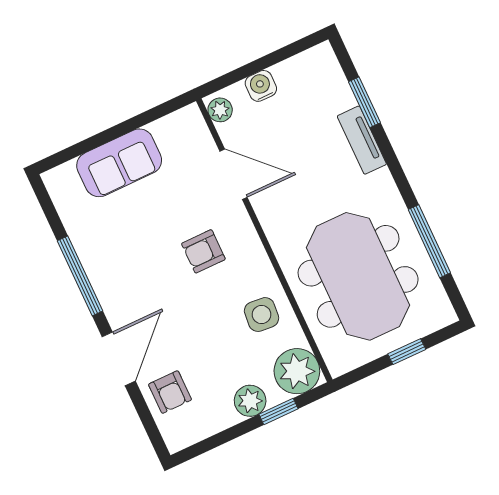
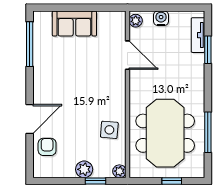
tv unit: (362, 140) -> (198, 35), moved
armchair: (203, 251) -> (95, 86), removed
window: (80, 276) -> (30, 44), moved
plant: (297, 371) -> (119, 171), width x0.53, depth x0.53
armchair: (170, 392) -> (47, 147), turned 180

